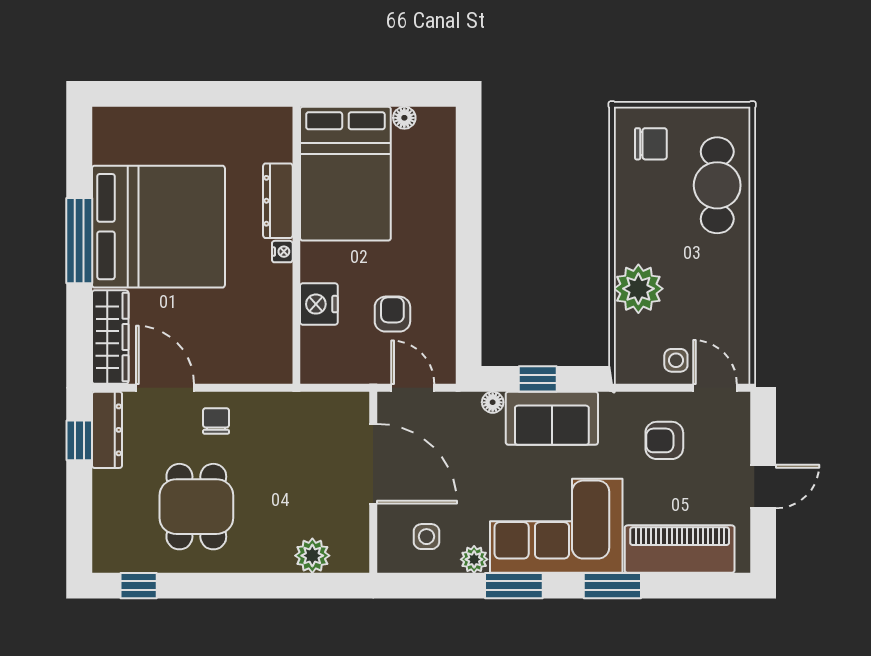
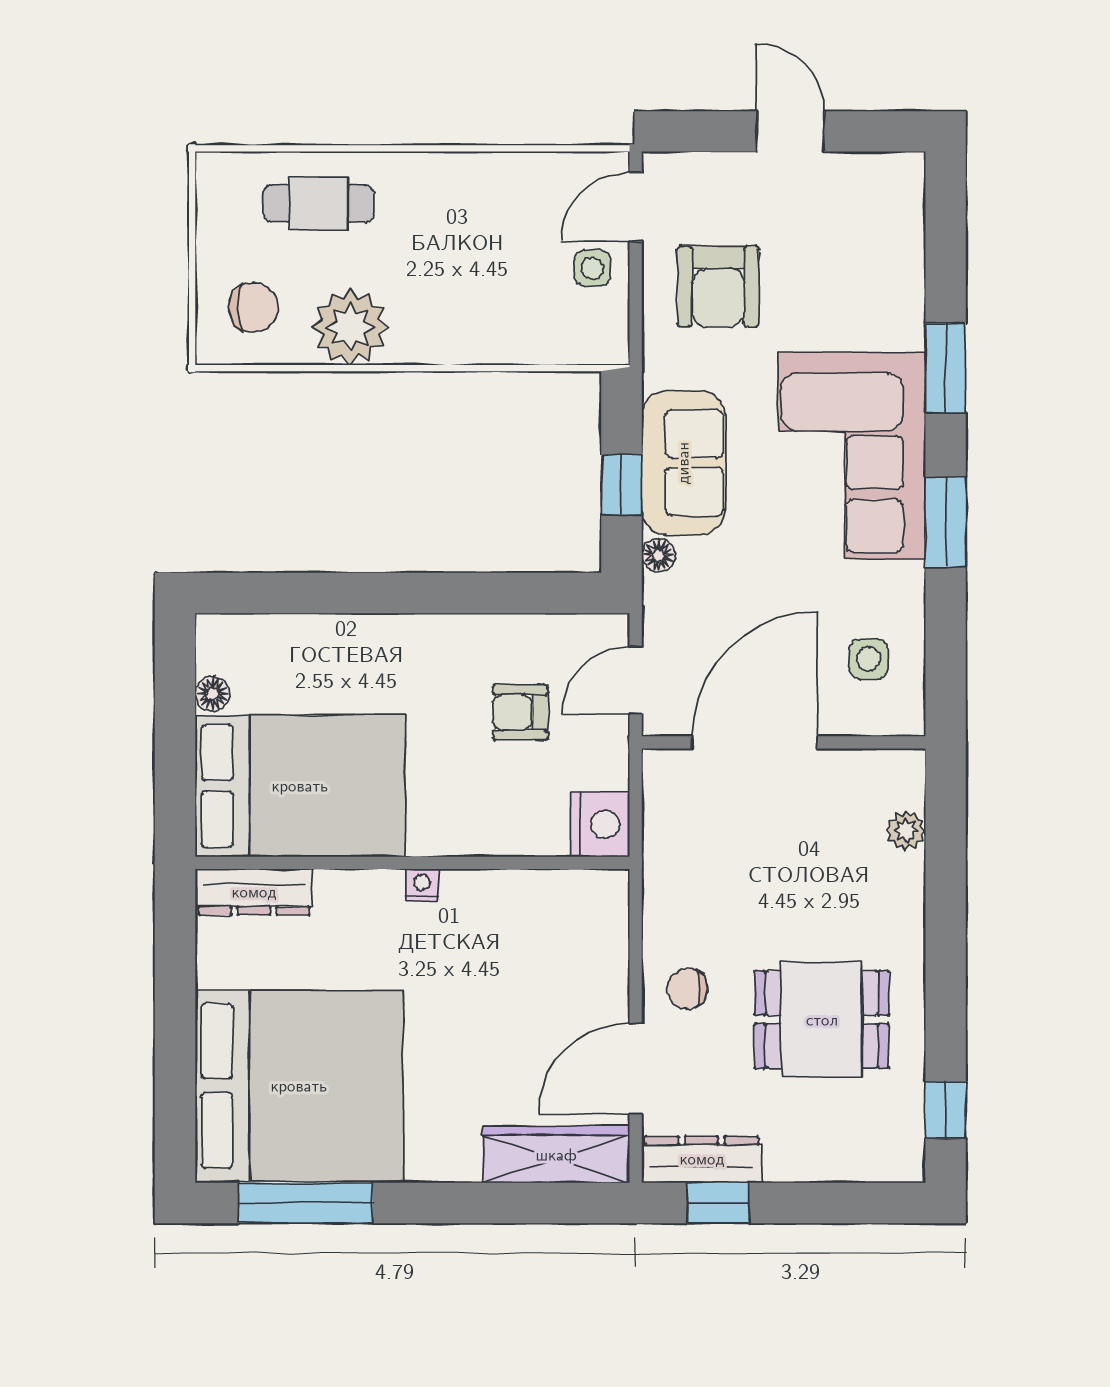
chair: (651, 144) -> (253, 307), turned 90
cafe table: (717, 185) -> (318, 203), width x0.73, depth x0.74
dresser: (278, 201) -> (254, 892), moved
bed: (158, 227) -> (299, 1086), moved, turned 90
window: (79, 241) -> (305, 1203), moved
plant: (638, 289) -> (350, 327), moved
nightstand: (319, 304) -> (600, 824), moved, turned -90
armchair: (664, 440) -> (718, 286), width x1.38, depth x1.38
piano: (680, 549) -> (888, 262), removed
plant: (312, 556) -> (906, 830), width x0.73, depth x0.73
plant: (474, 559) -> (904, 584), removed

